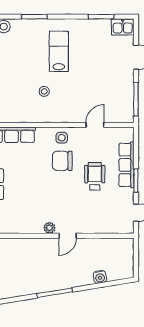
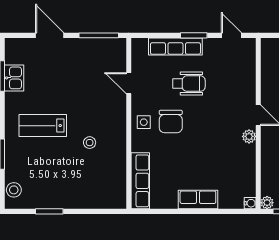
kitchen sink: (123, 27) -> (14, 78), moved
wheelchair: (95, 176) -> (189, 84), turned 180

